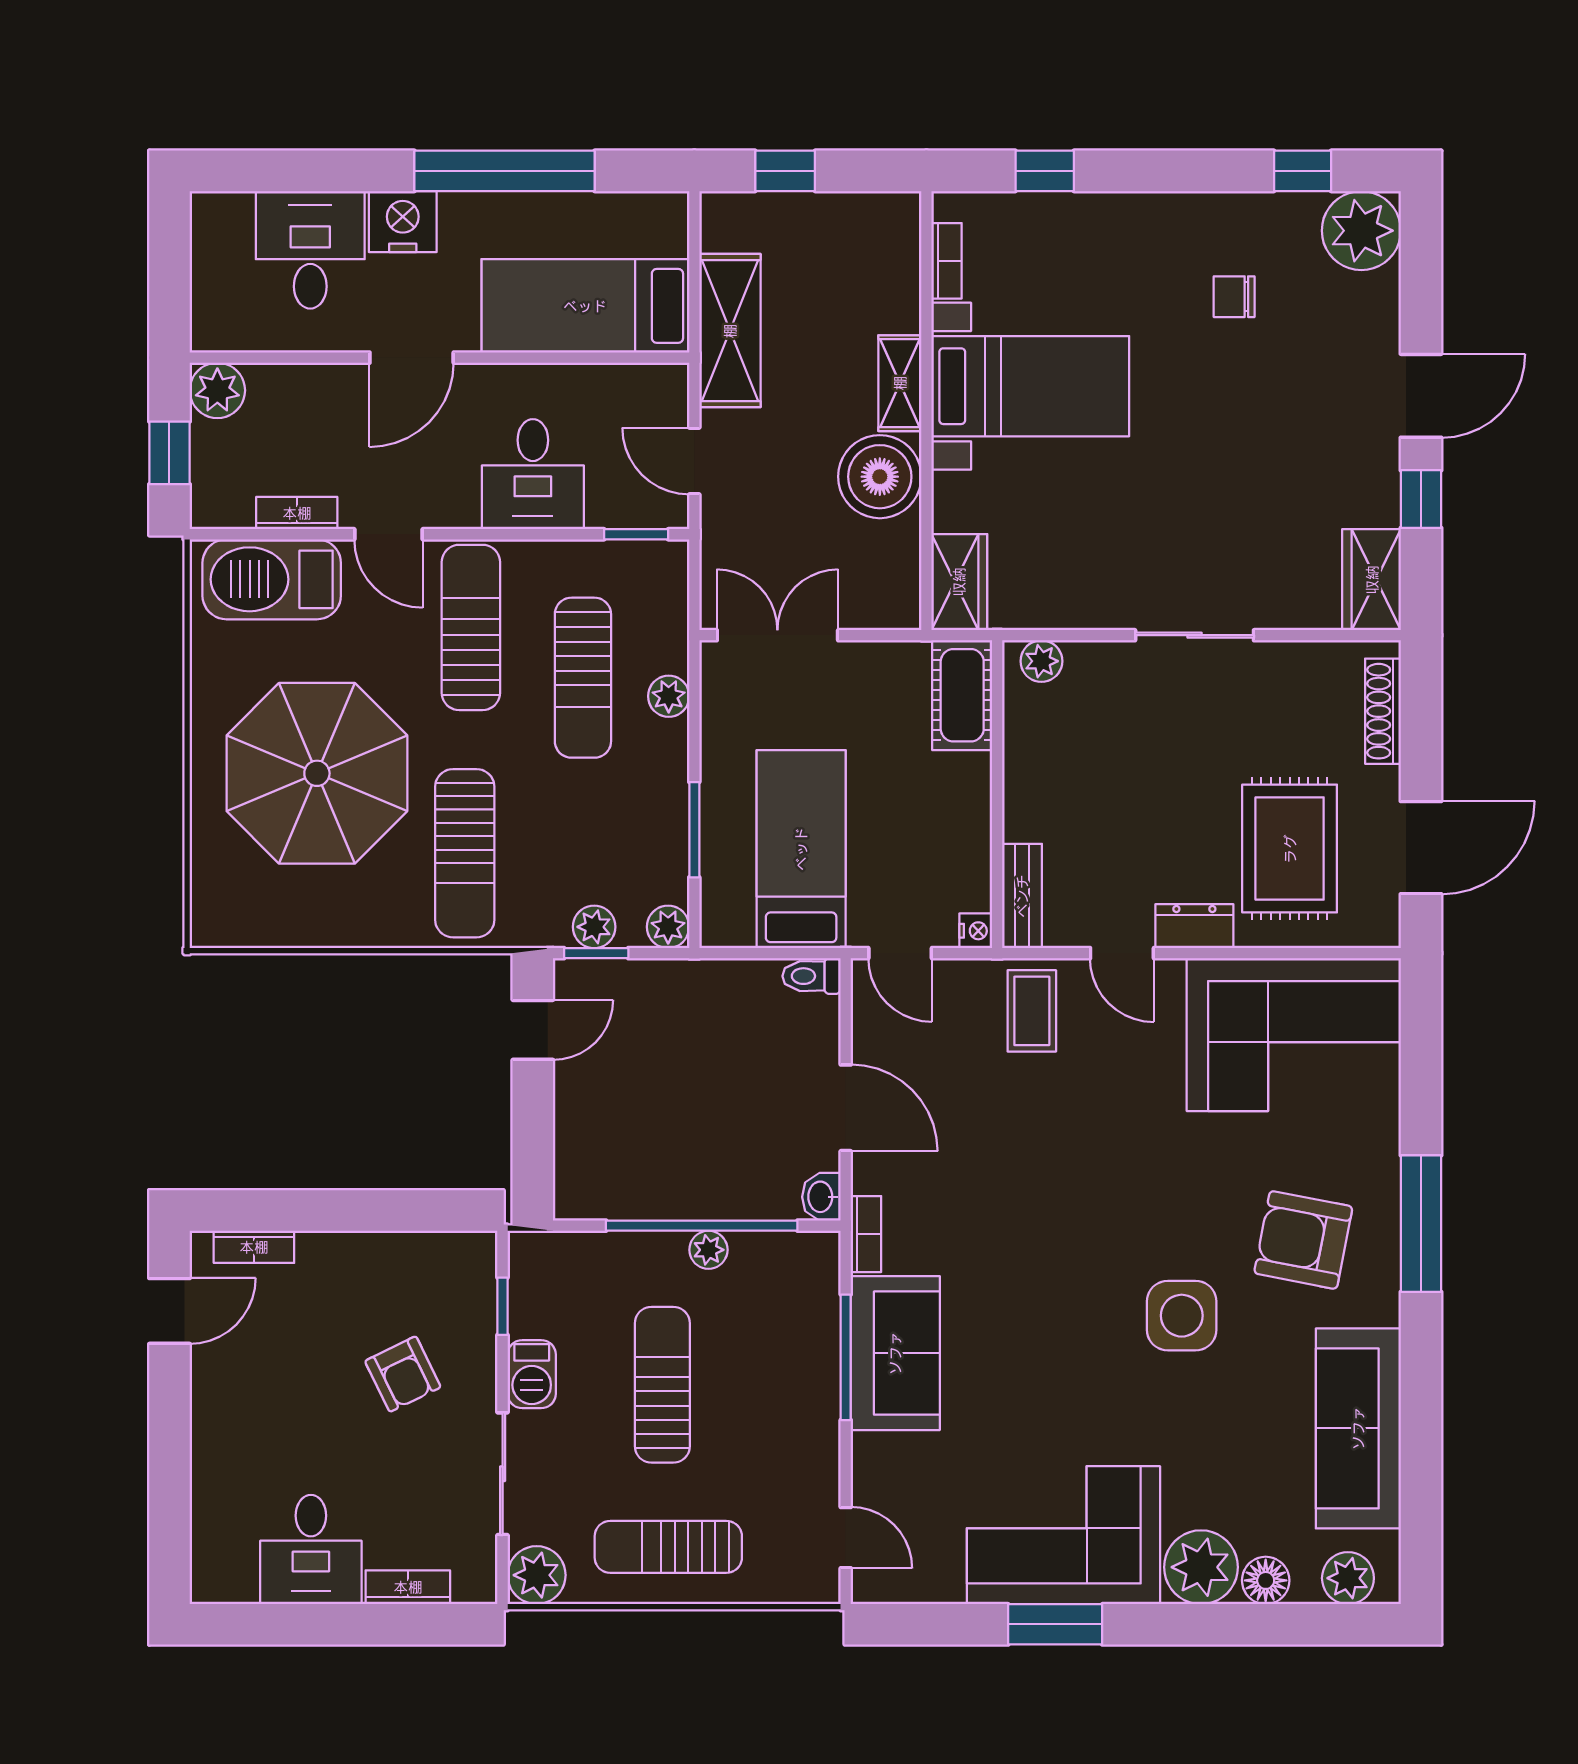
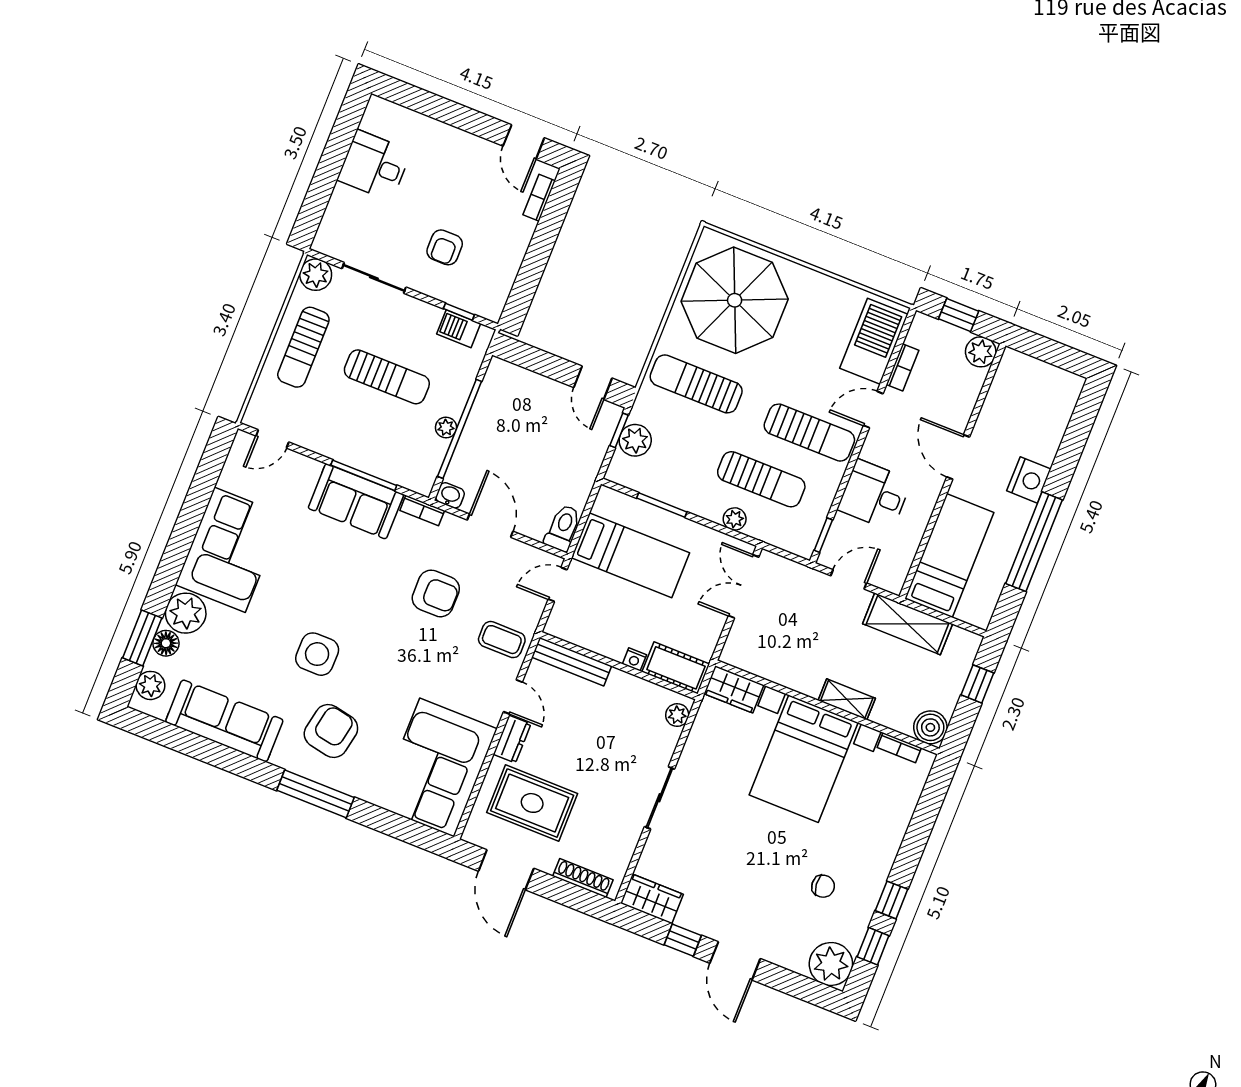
window: (1045, 171) -> (891, 900), moved
desk: (310, 250) -> (1033, 427), removed
chair: (1234, 297) -> (823, 886), turned 85
bed with nightstands: (1030, 386) -> (804, 759), width x1.36
boiler: (880, 477) -> (930, 727), moved, width x0.73, depth x0.73
double door: (777, 635) -> (744, 586), swing flipped
sun lounger: (583, 678) -> (761, 479), turned 180
parasol: (317, 773) -> (735, 300), moved
bench: (1022, 896) -> (572, 662), width x1.36
plant: (594, 927) -> (635, 440), width x1.38, depth x1.38
plant: (668, 927) -> (618, 472), removed
nightstand: (976, 931) -> (634, 659), moved
door: (1122, 953) -> (513, 697), swing flipped
toilet: (812, 976) -> (563, 528), width x1.37, depth x1.39
door: (846, 1108) -> (490, 526), swing flipped
armchair: (998, 1155) -> (436, 593), added
armchair: (403, 1374) -> (445, 247), turned -64
barbecue: (532, 1374) -> (459, 329), moved
sun lounger: (668, 1547) -> (303, 347), turned 180
bookcase: (408, 1587) -> (336, 207), removed
window: (1055, 1624) -> (142, 638), moved

